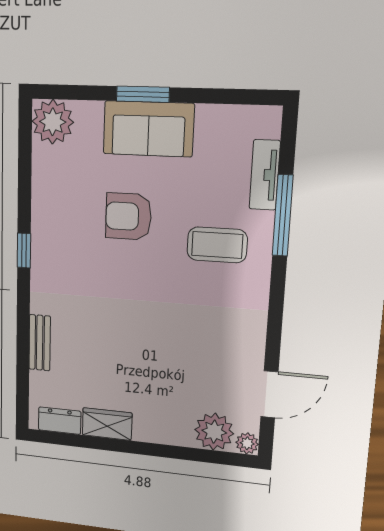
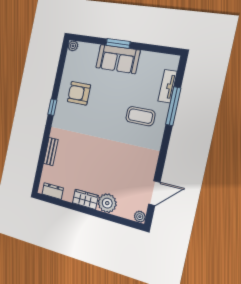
plant: (53, 122) -> (73, 46), width x0.53, depth x0.53
armchair: (128, 216) -> (79, 93), moved
wardrobe: (107, 424) -> (85, 199), moved
plant: (214, 432) -> (107, 203), moved

